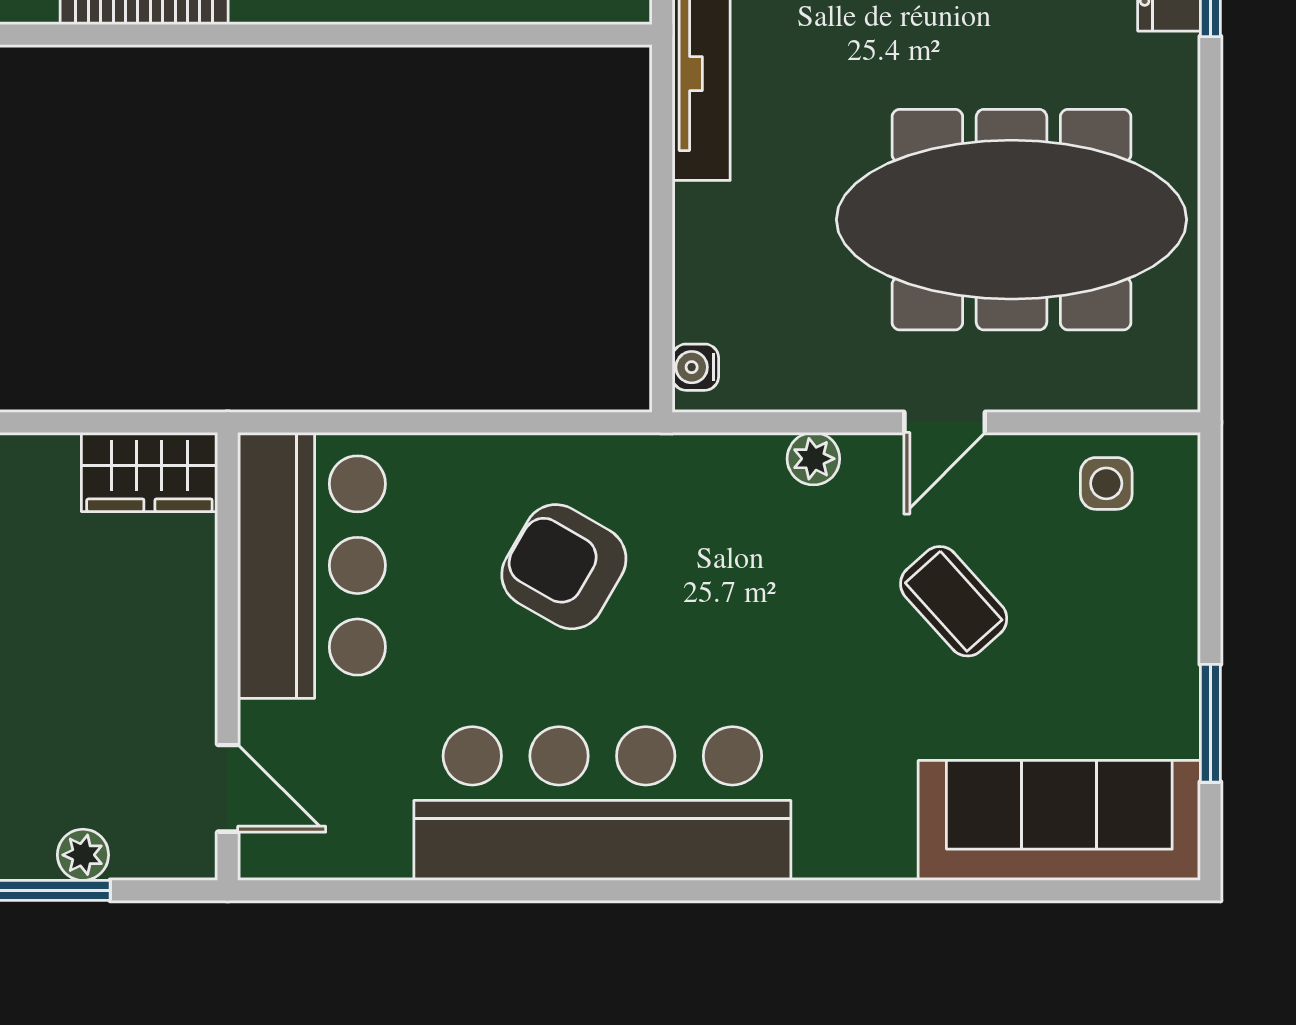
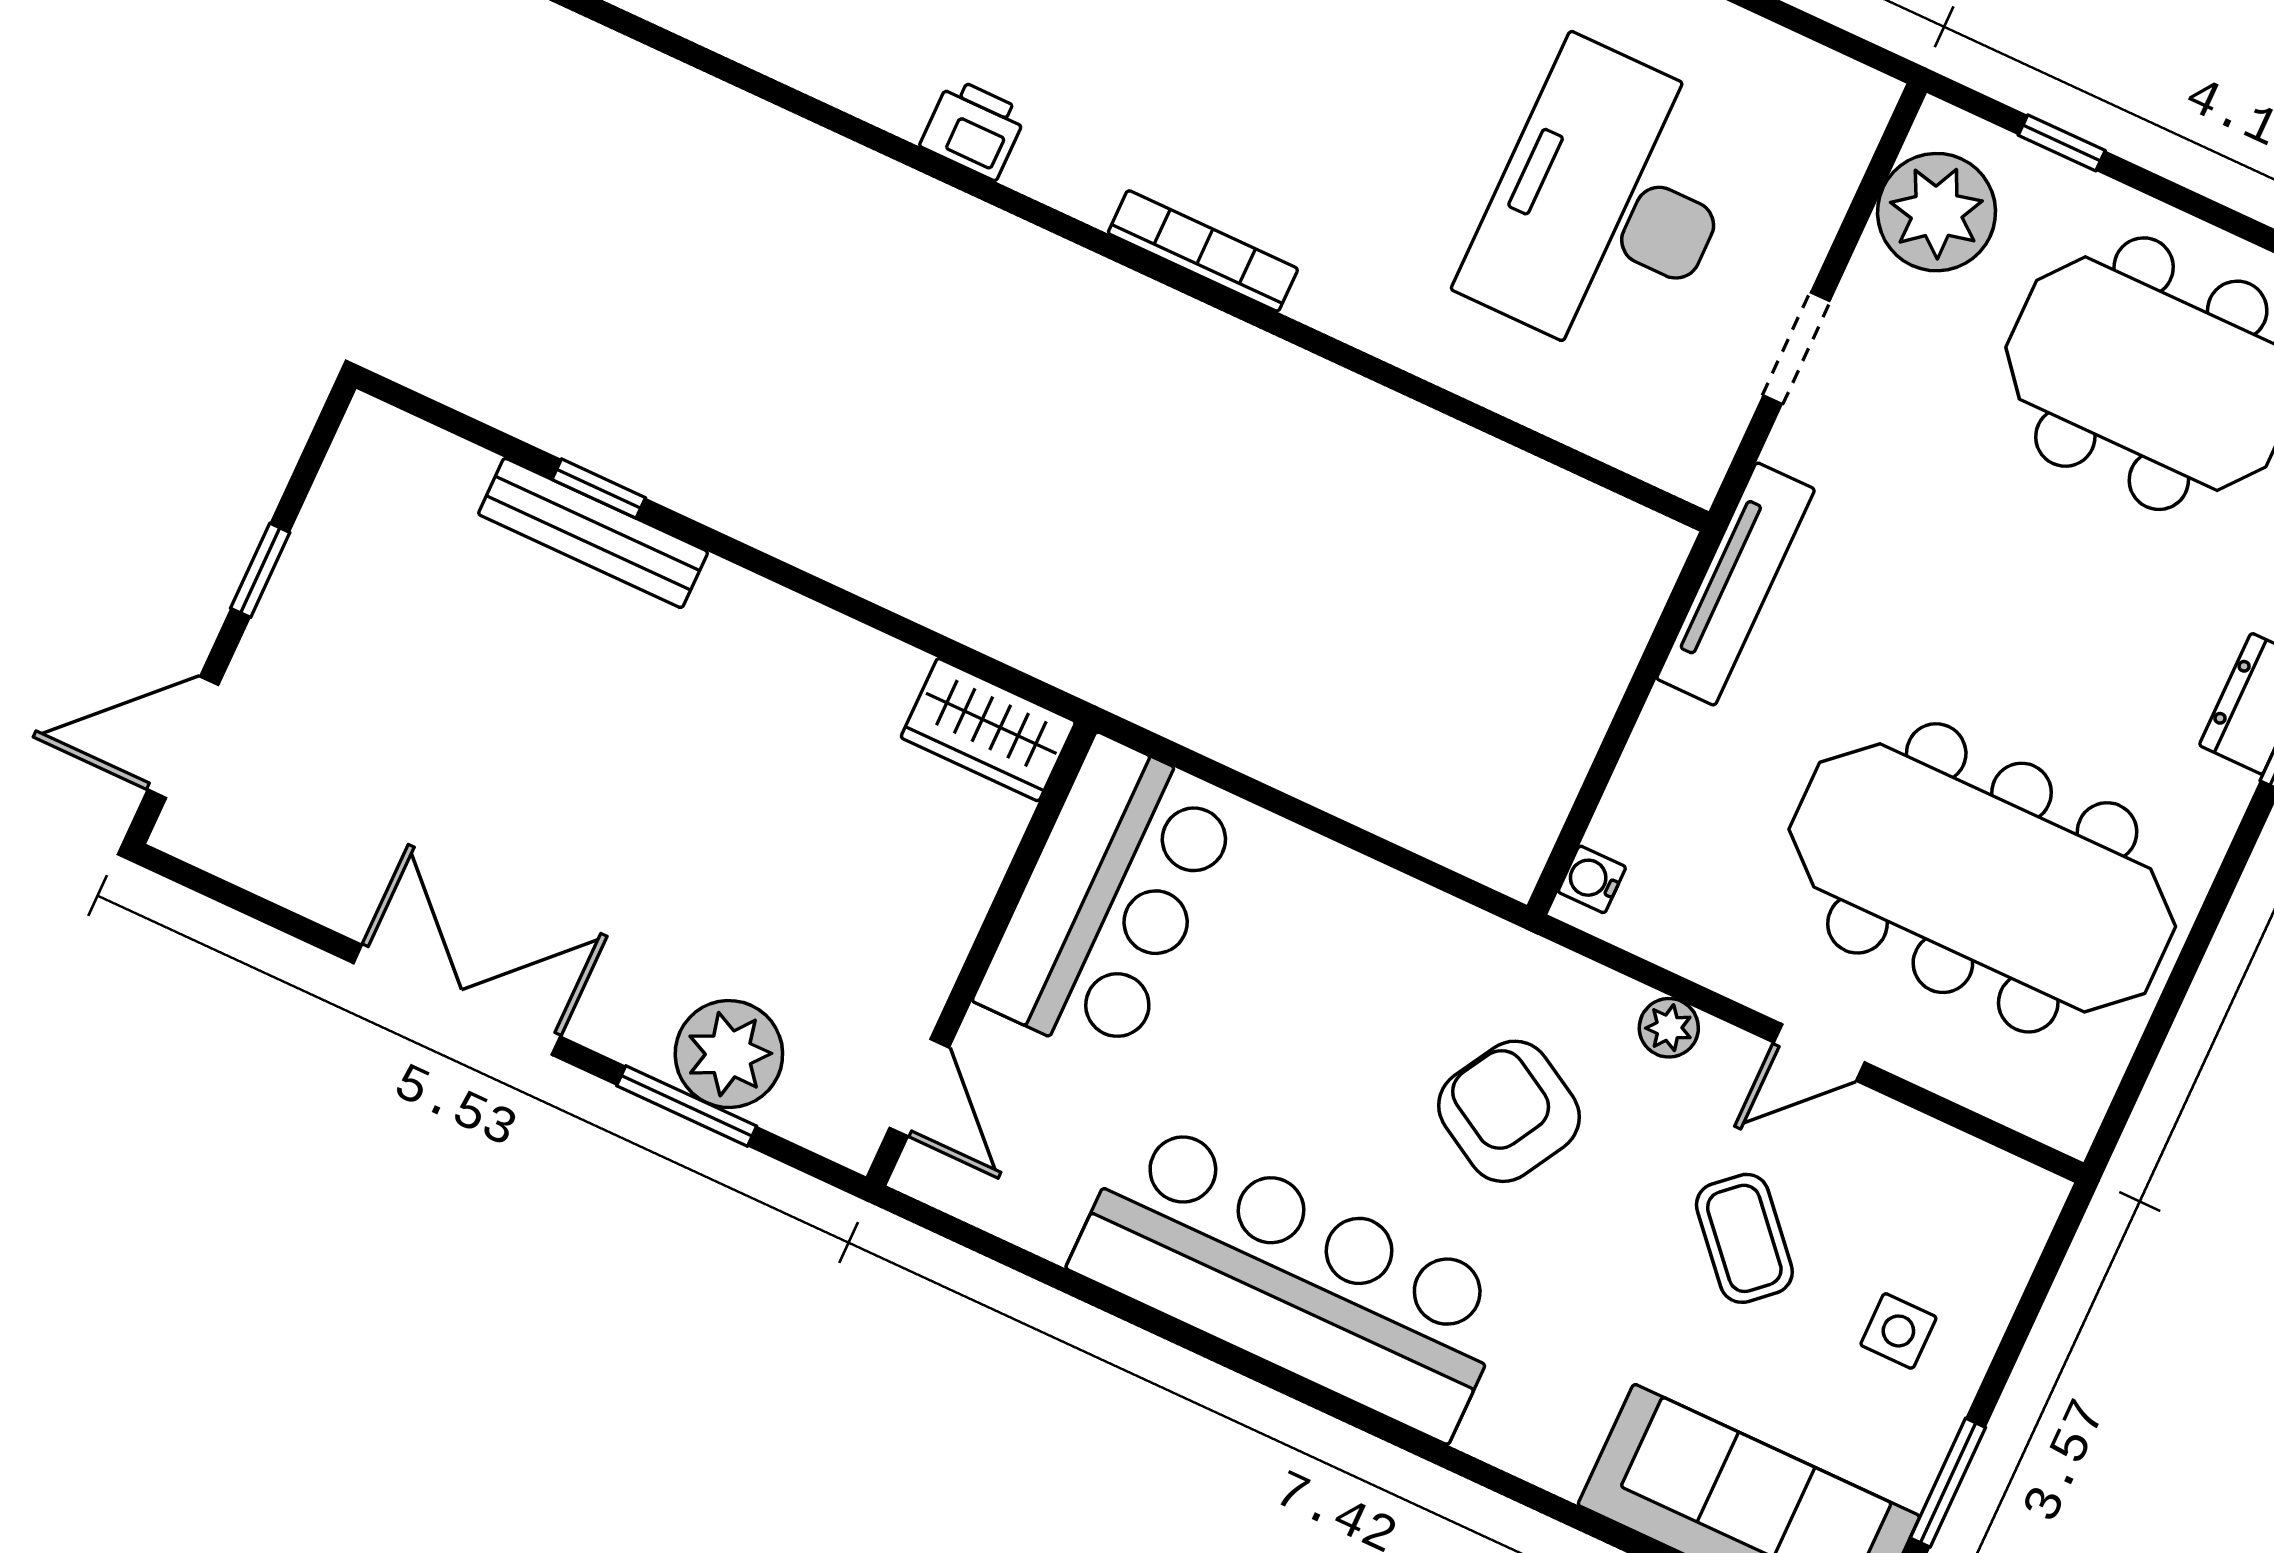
side table: (1106, 483) -> (1898, 1331), moved
armchair: (564, 567) -> (1509, 1111), moved
plant: (83, 855) -> (729, 1054), width x1.88, depth x1.88

